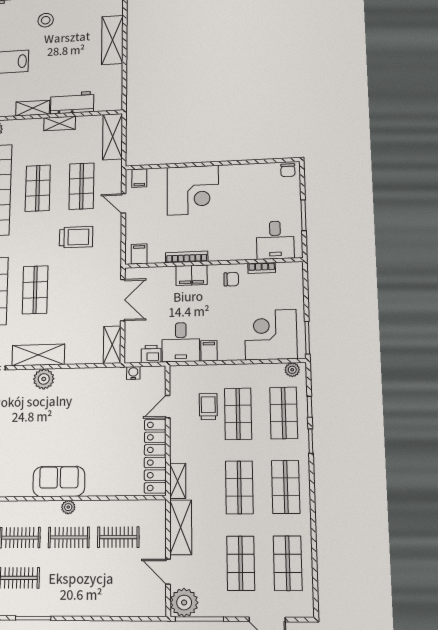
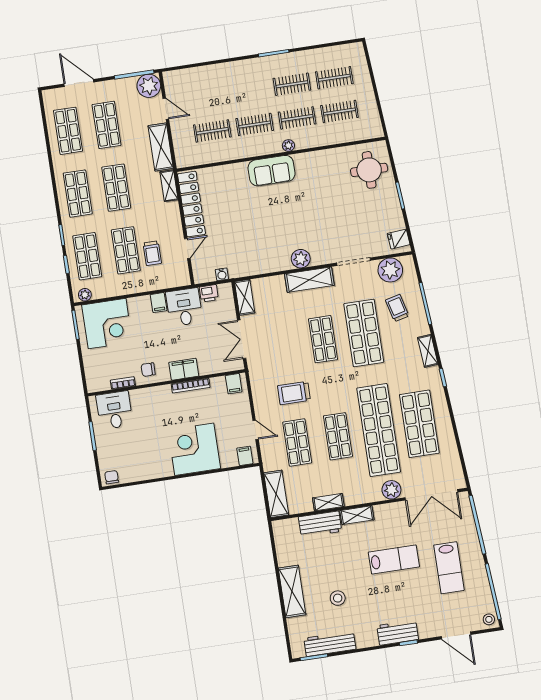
stool: (46, 20) -> (338, 598), moved
plant: (68, 507) -> (288, 145), moved

